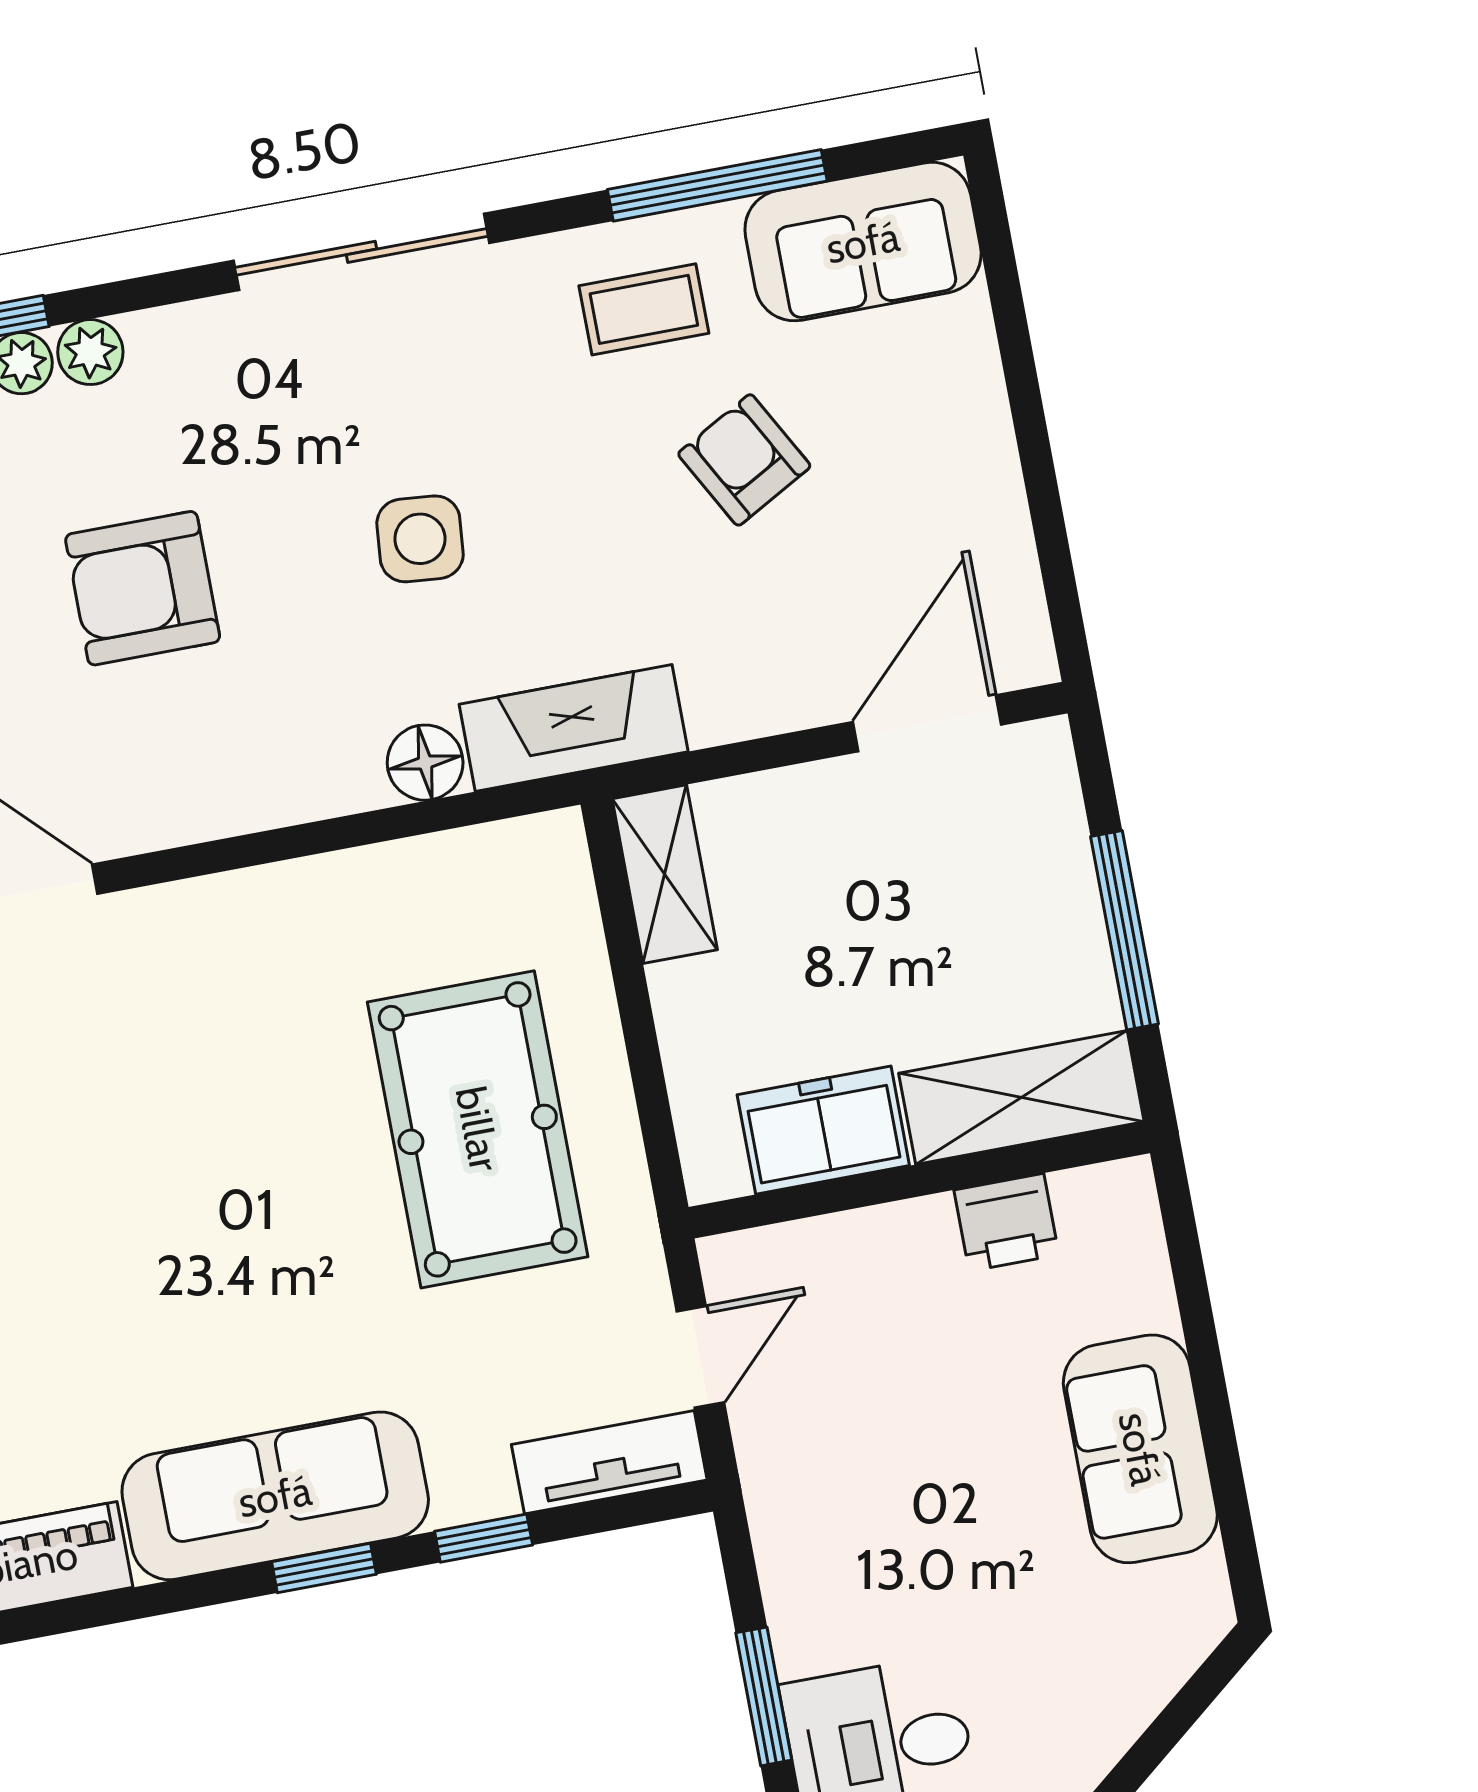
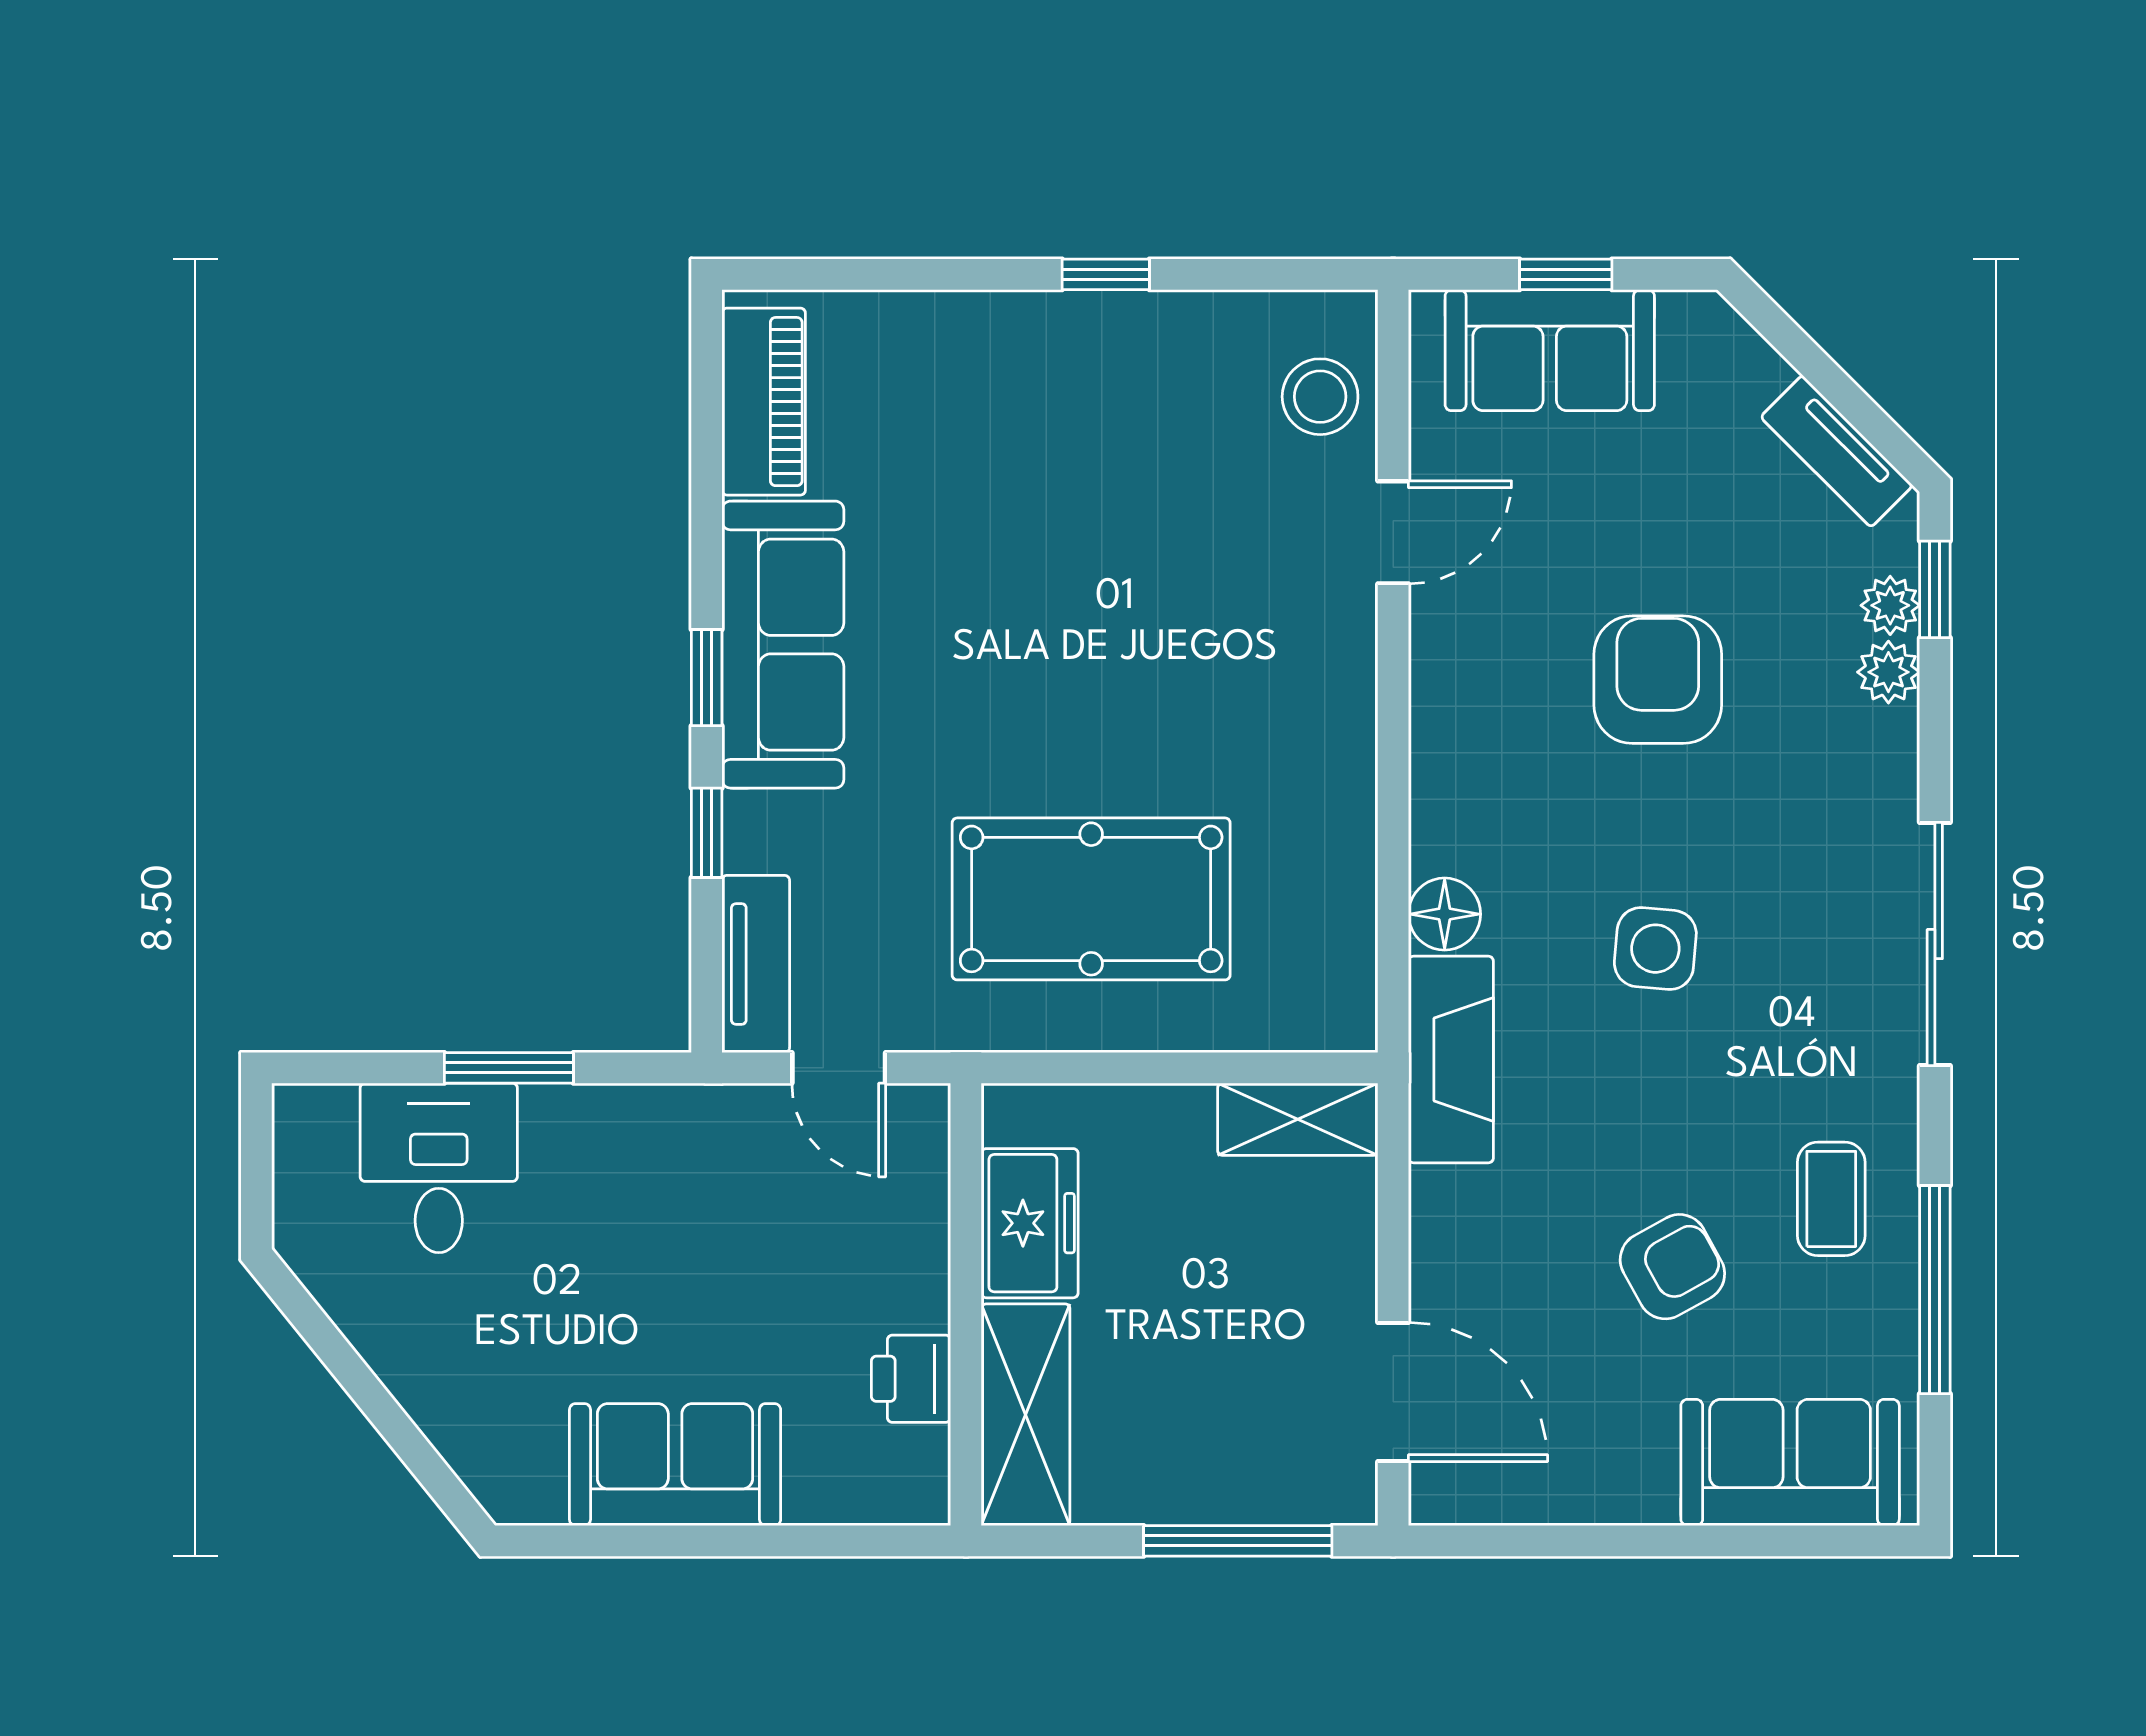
sofa: (863, 242) -> (1790, 1462), moved, turned 90
window: (1125, 930) -> (1238, 1541), moved

